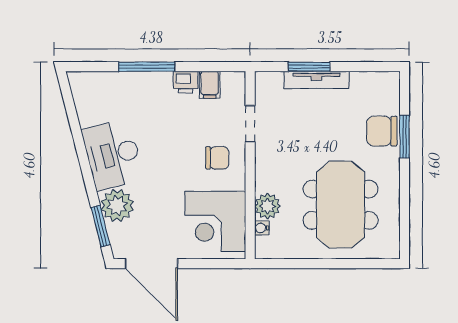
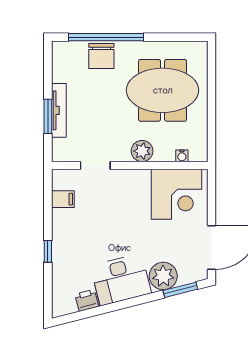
window: (147, 67) -> (48, 251), width x0.46
printer: (186, 82) -> (87, 300), moved, turned -104
window: (405, 137) -> (106, 37), width x2.11
chair: (217, 158) -> (124, 193), removed
plant: (267, 206) -> (142, 151), moved

